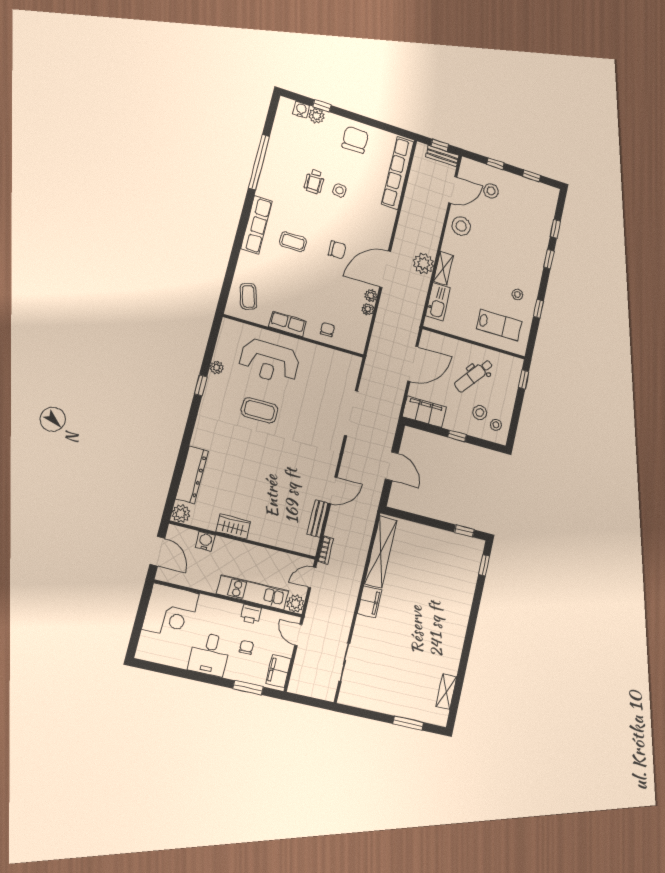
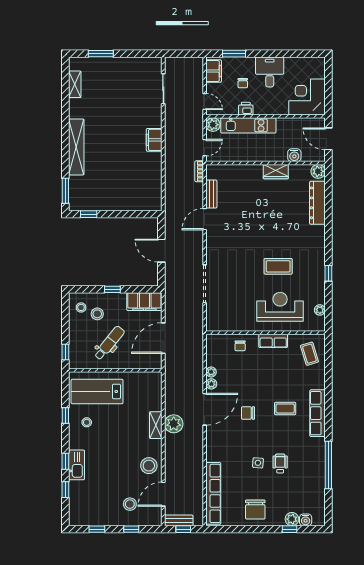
kitchen sink: (438, 302) -> (77, 465), moved, turned 180
lab bench: (499, 325) -> (97, 391), width x1.36, depth x1.39
plant: (217, 367) -> (320, 310), moved
shelving: (381, 552) -> (76, 147), moved
window: (484, 565) -> (65, 191), width x1.50

